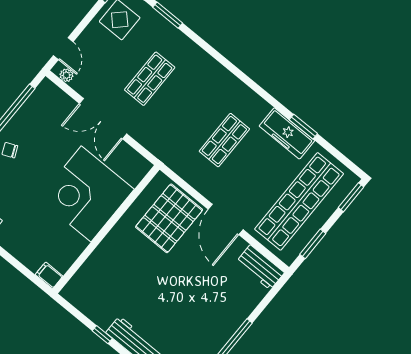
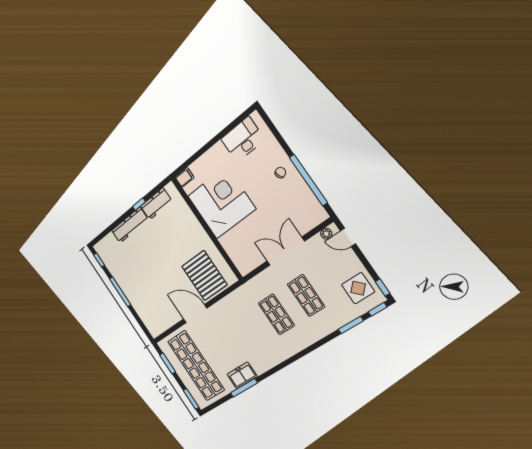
window: (303, 127) -> (244, 388), width x1.44
freezer: (287, 133) -> (242, 375), width x0.71
shop shelf: (224, 140) -> (276, 314), moved
corner desk: (86, 194) -> (221, 203), moved
workbench: (260, 267) -> (156, 204), moved, turned 180

